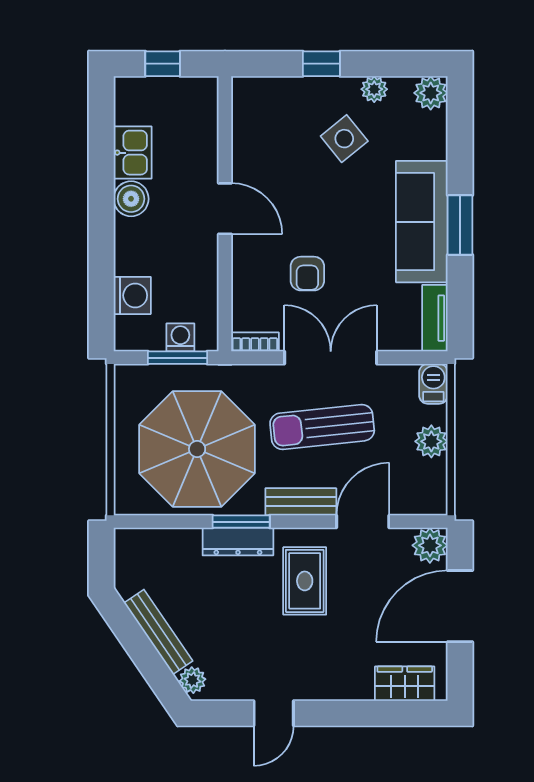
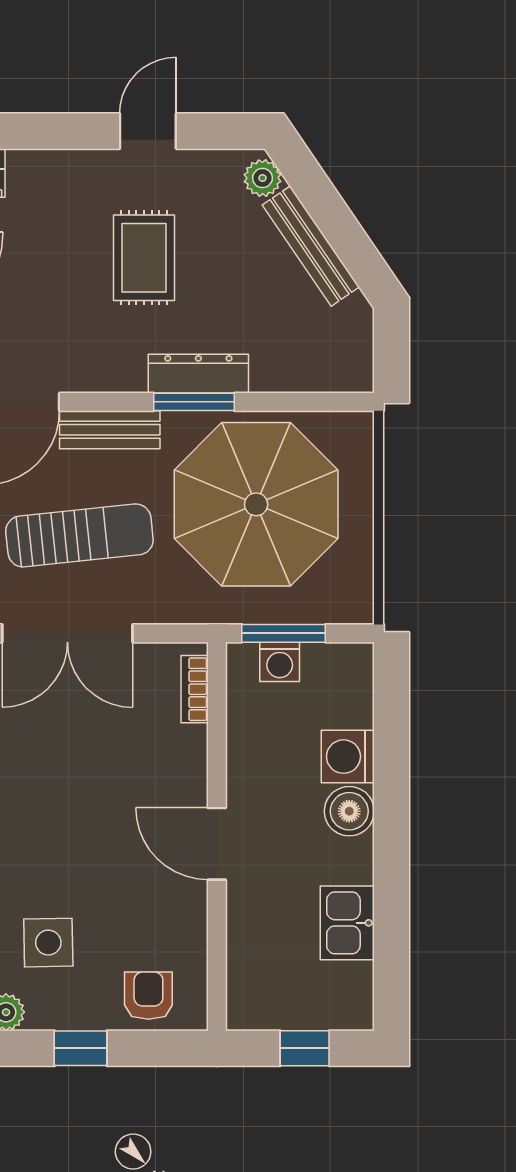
side table: (344, 139) -> (48, 943), turned 38
boiler: (131, 199) -> (349, 811), moved
armchair: (307, 274) -> (148, 996), moved
washing machine: (132, 295) -> (348, 757), moved
bookcase: (255, 342) -> (195, 689), moved, turned 90
rug: (305, 581) -> (144, 258), moved

